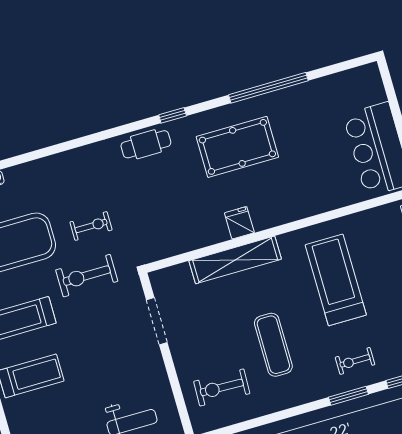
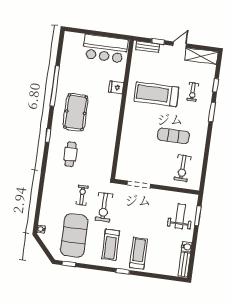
cafe table: (146, 144) -> (70, 154), moved
fridge: (239, 223) -> (116, 87), moved
shelving: (235, 260) -> (127, 136), removed
exercise bike: (355, 361) -> (193, 92), moved

